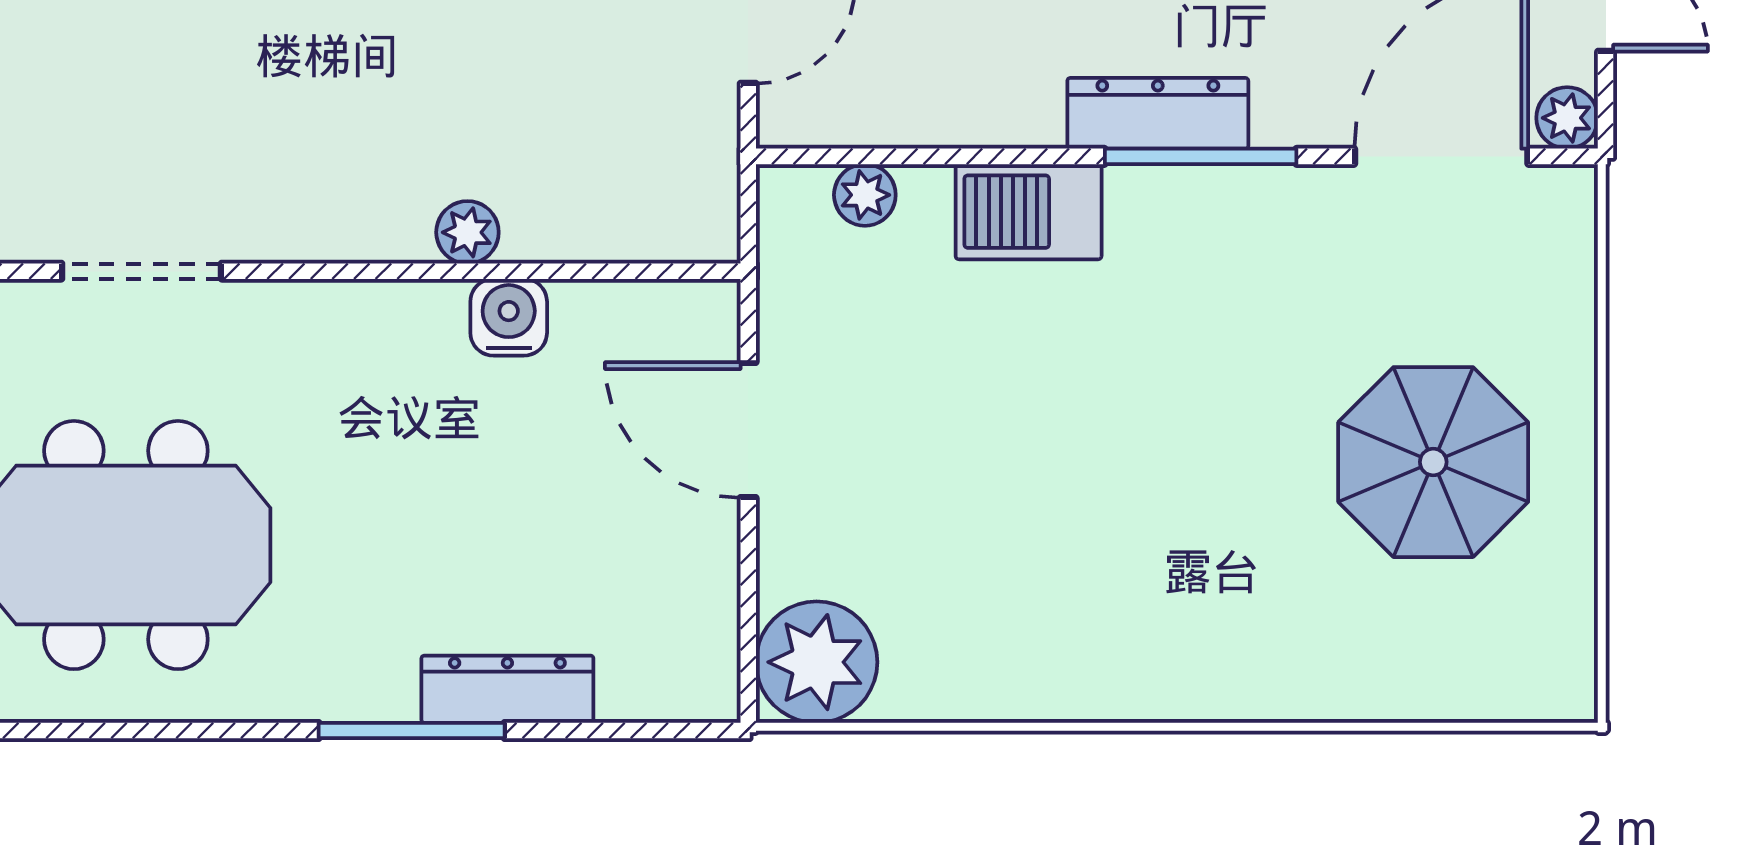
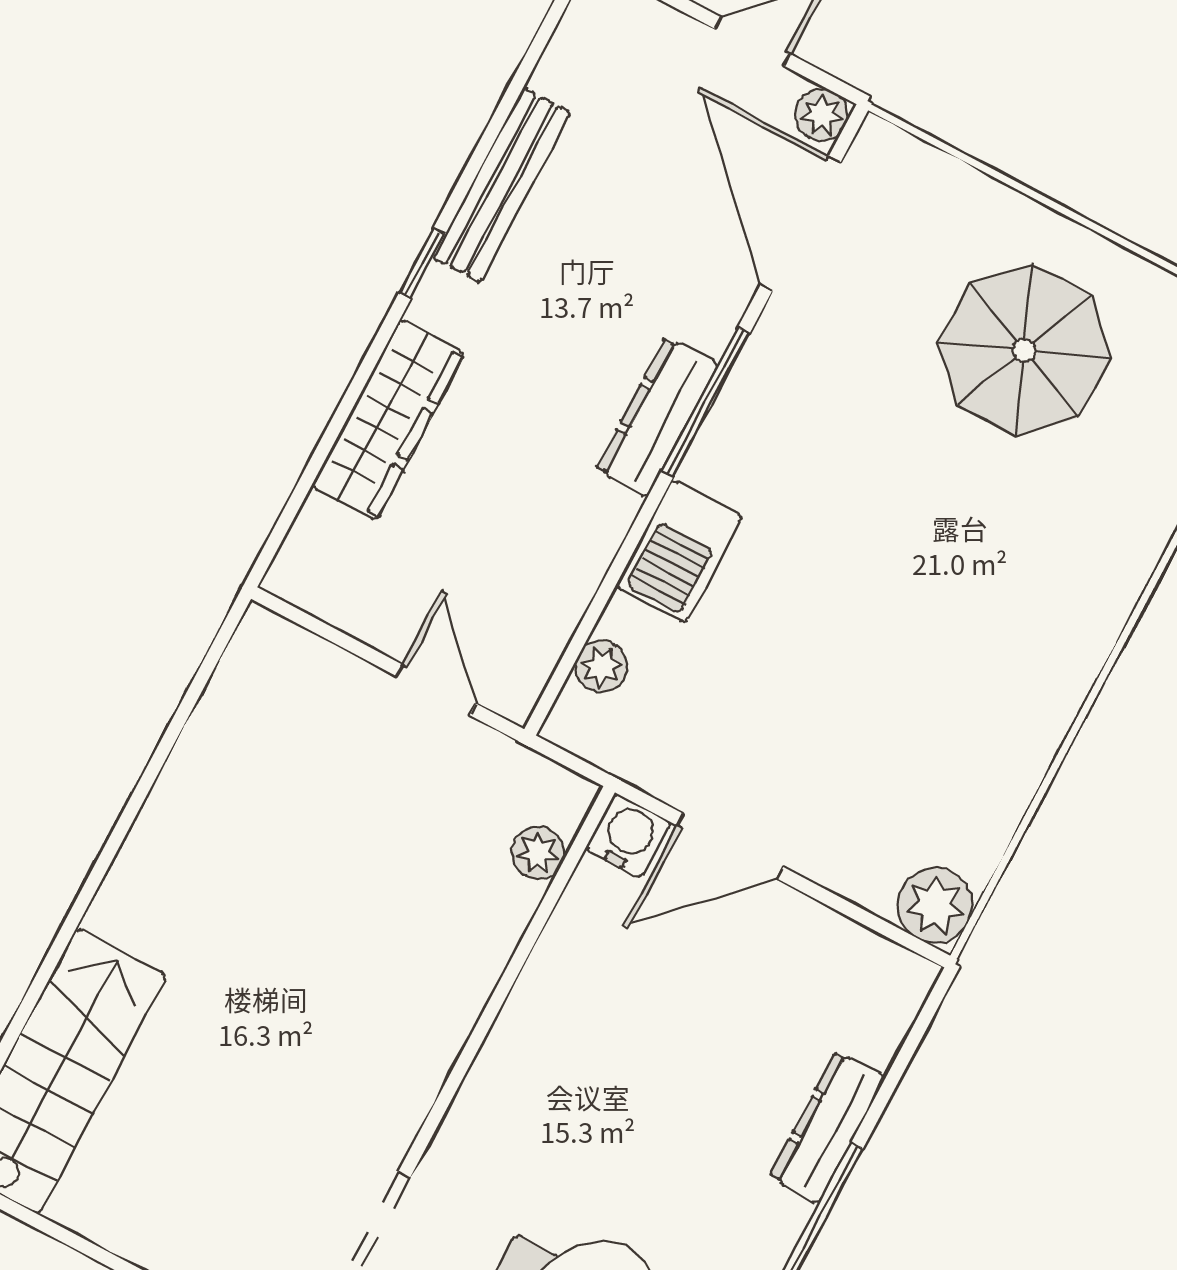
plant: (467, 232) -> (538, 853), moved
water cooler: (509, 317) -> (628, 836), moved, turned 90
plant: (817, 662) -> (935, 905), width x0.73, depth x0.73

